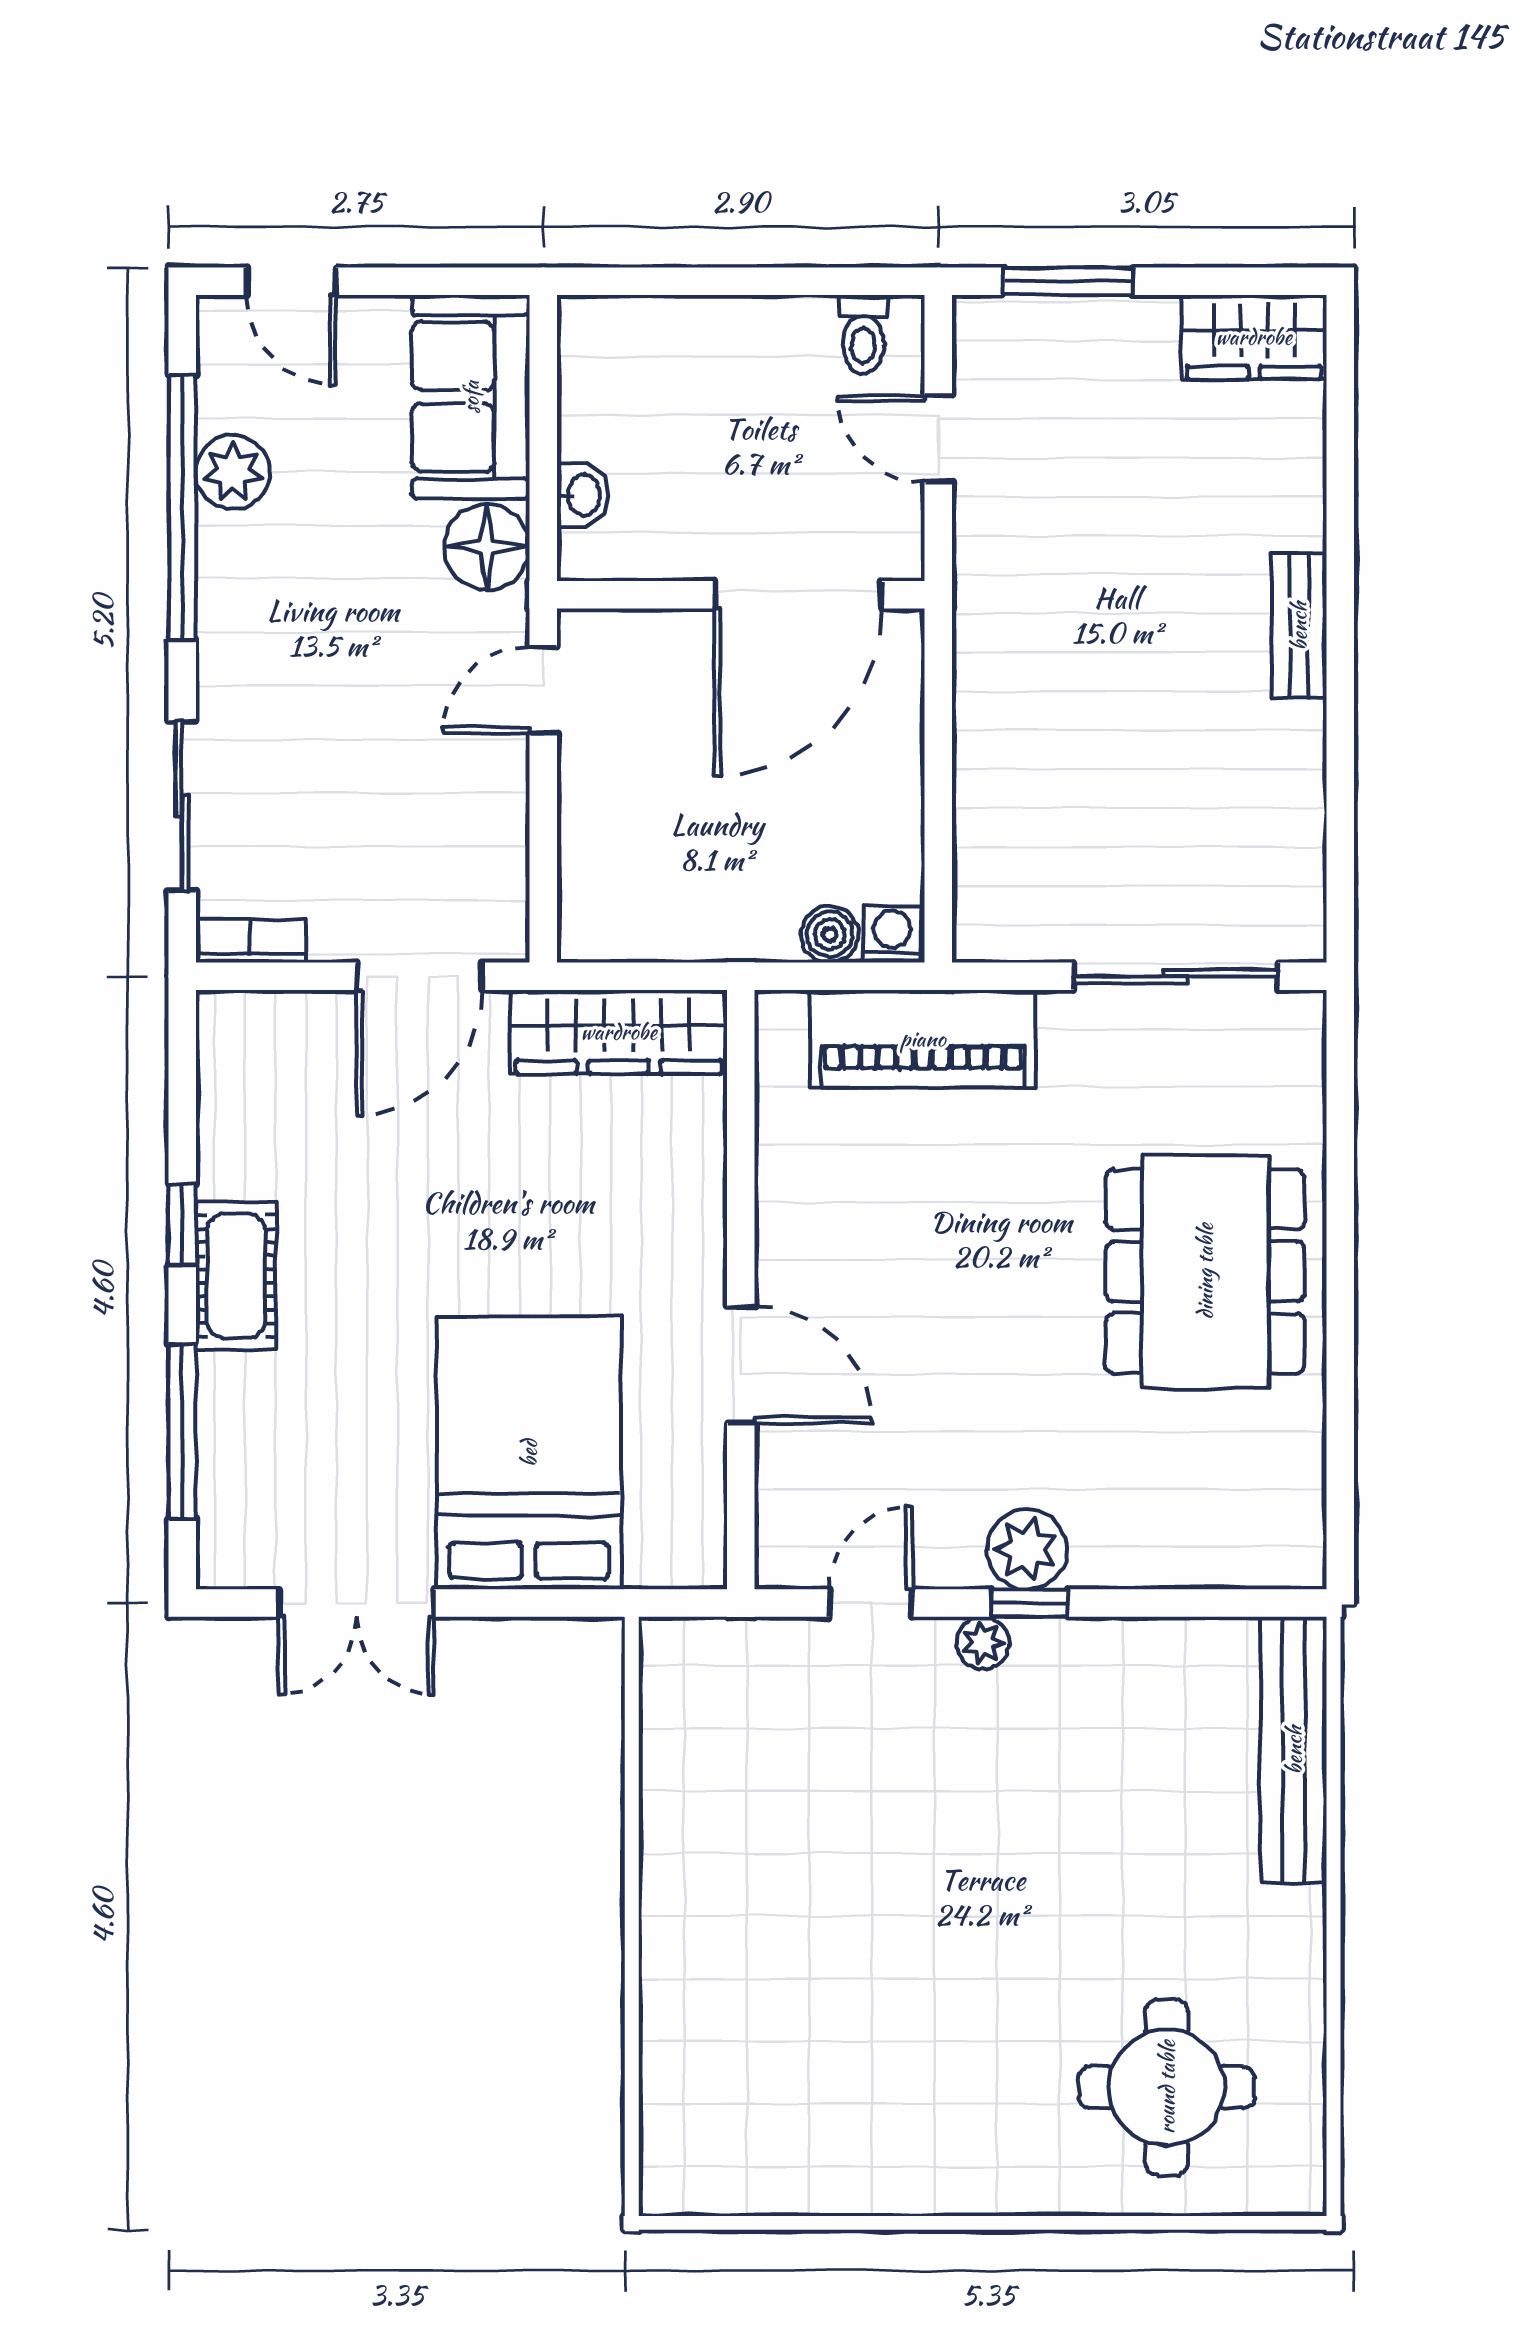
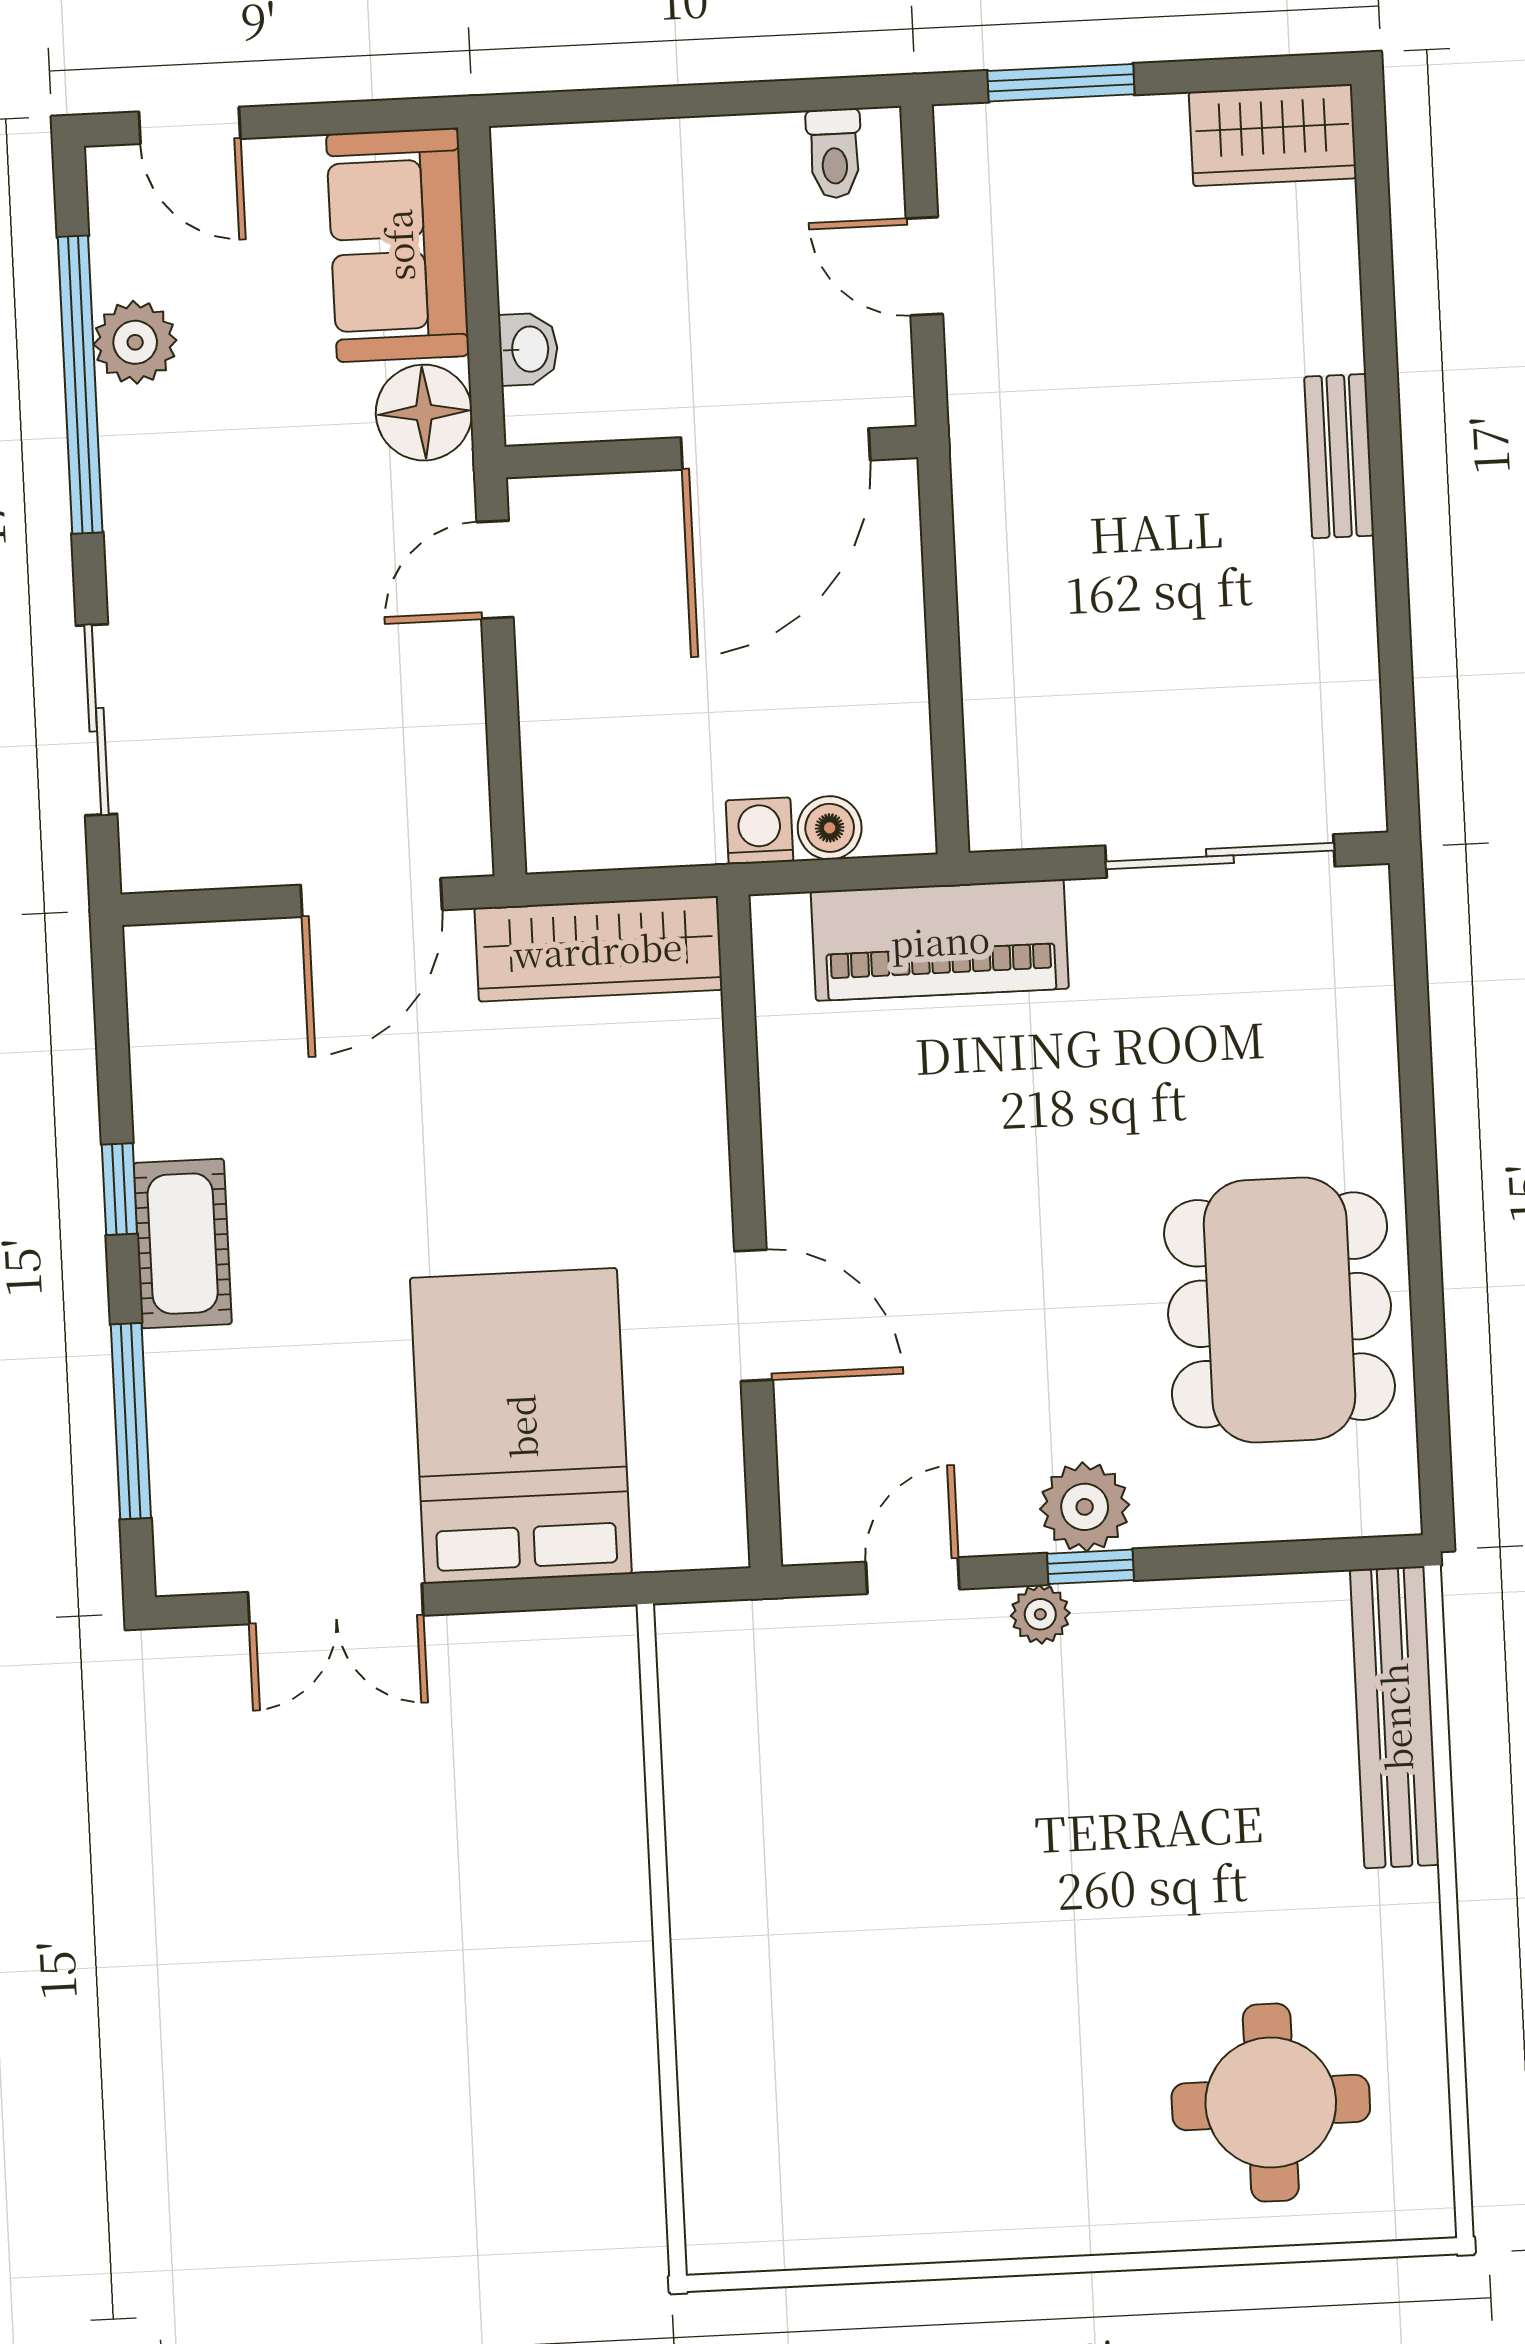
washing machine: (892, 934) -> (760, 831), moved
bookcase: (251, 941) -> (181, 867), removed
dining table: (1205, 1271) -> (1280, 1310), moved

